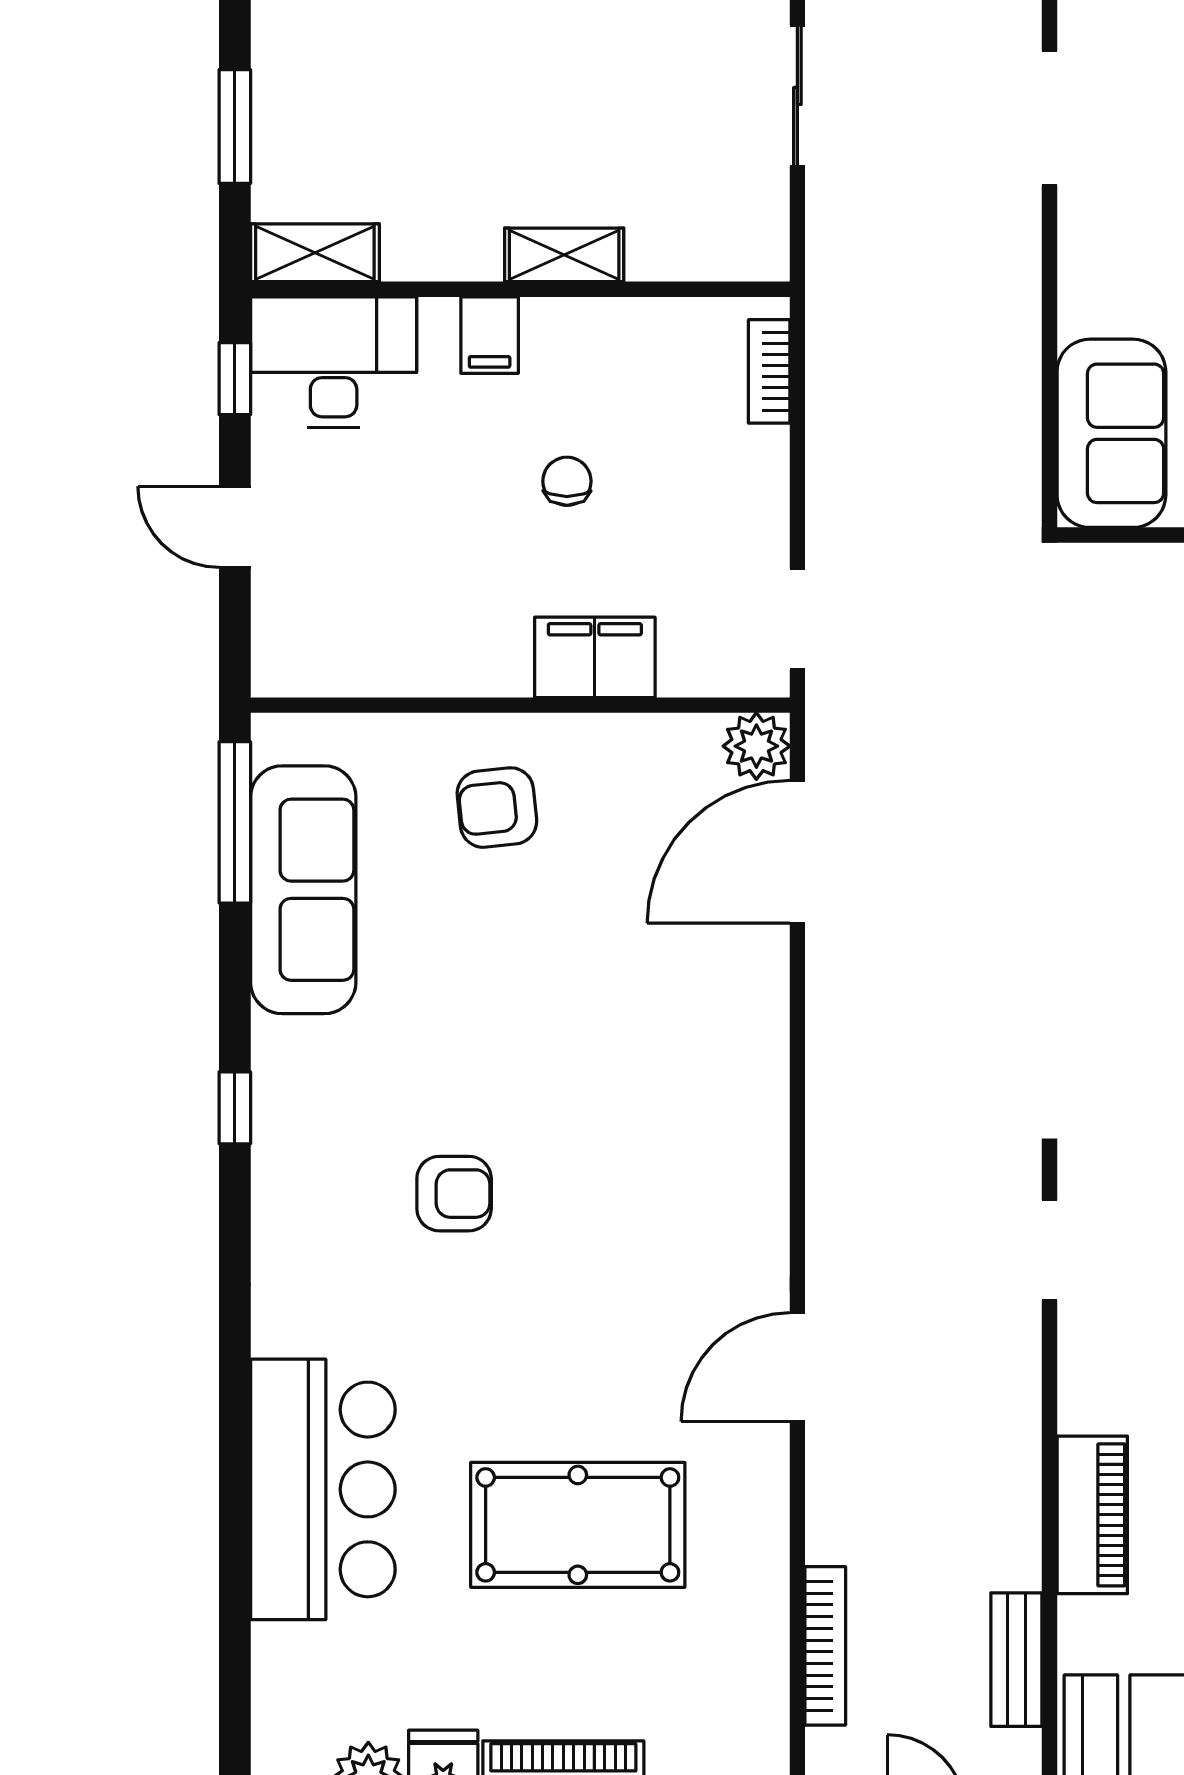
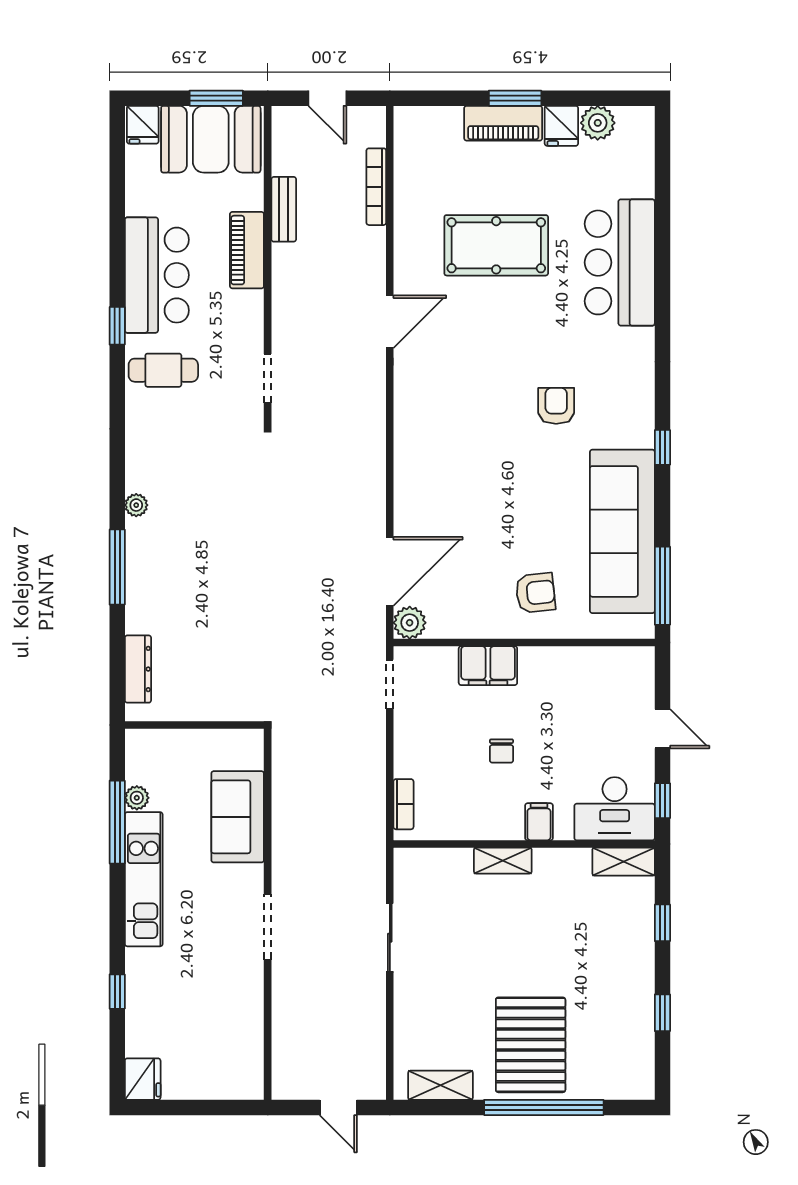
window: (235, 126) -> (662, 923), width x0.67
sofa: (1111, 433) -> (238, 817), moved
sofa: (303, 890) -> (622, 531), width x1.36, depth x1.27
armchair: (454, 1194) -> (556, 406), turned 90
bench: (1016, 1660) -> (284, 209), moved

